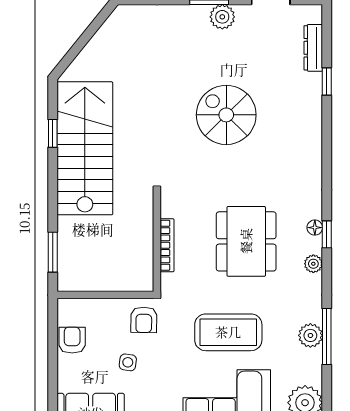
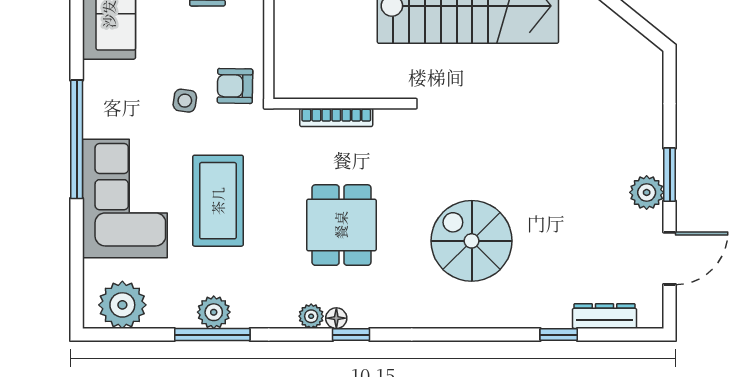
spiral stairs: (226, 115) -> (472, 241), moved, turned -90
floor lamp: (315, 228) -> (336, 318), moved
dining table: (246, 241) -> (341, 225), width x0.73
side table: (128, 362) -> (185, 101), moved

